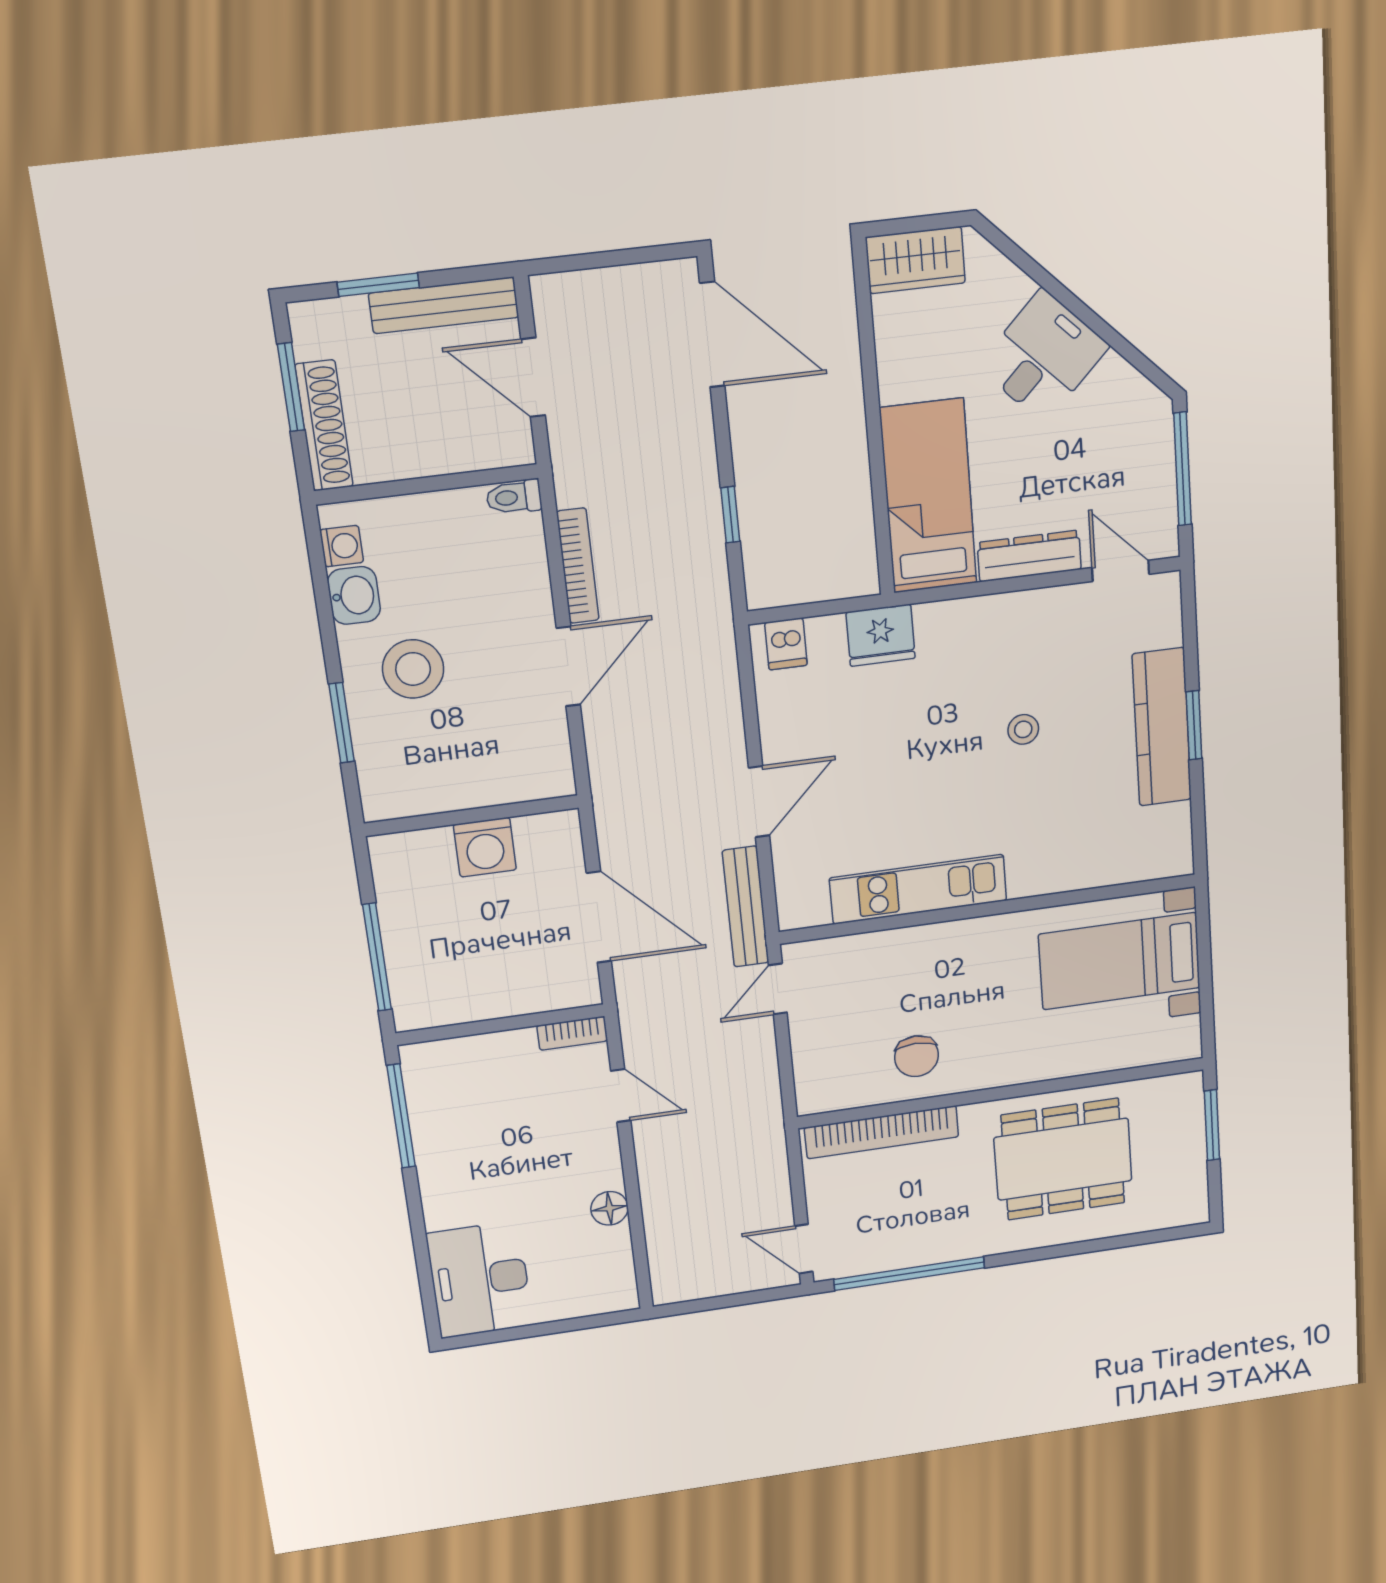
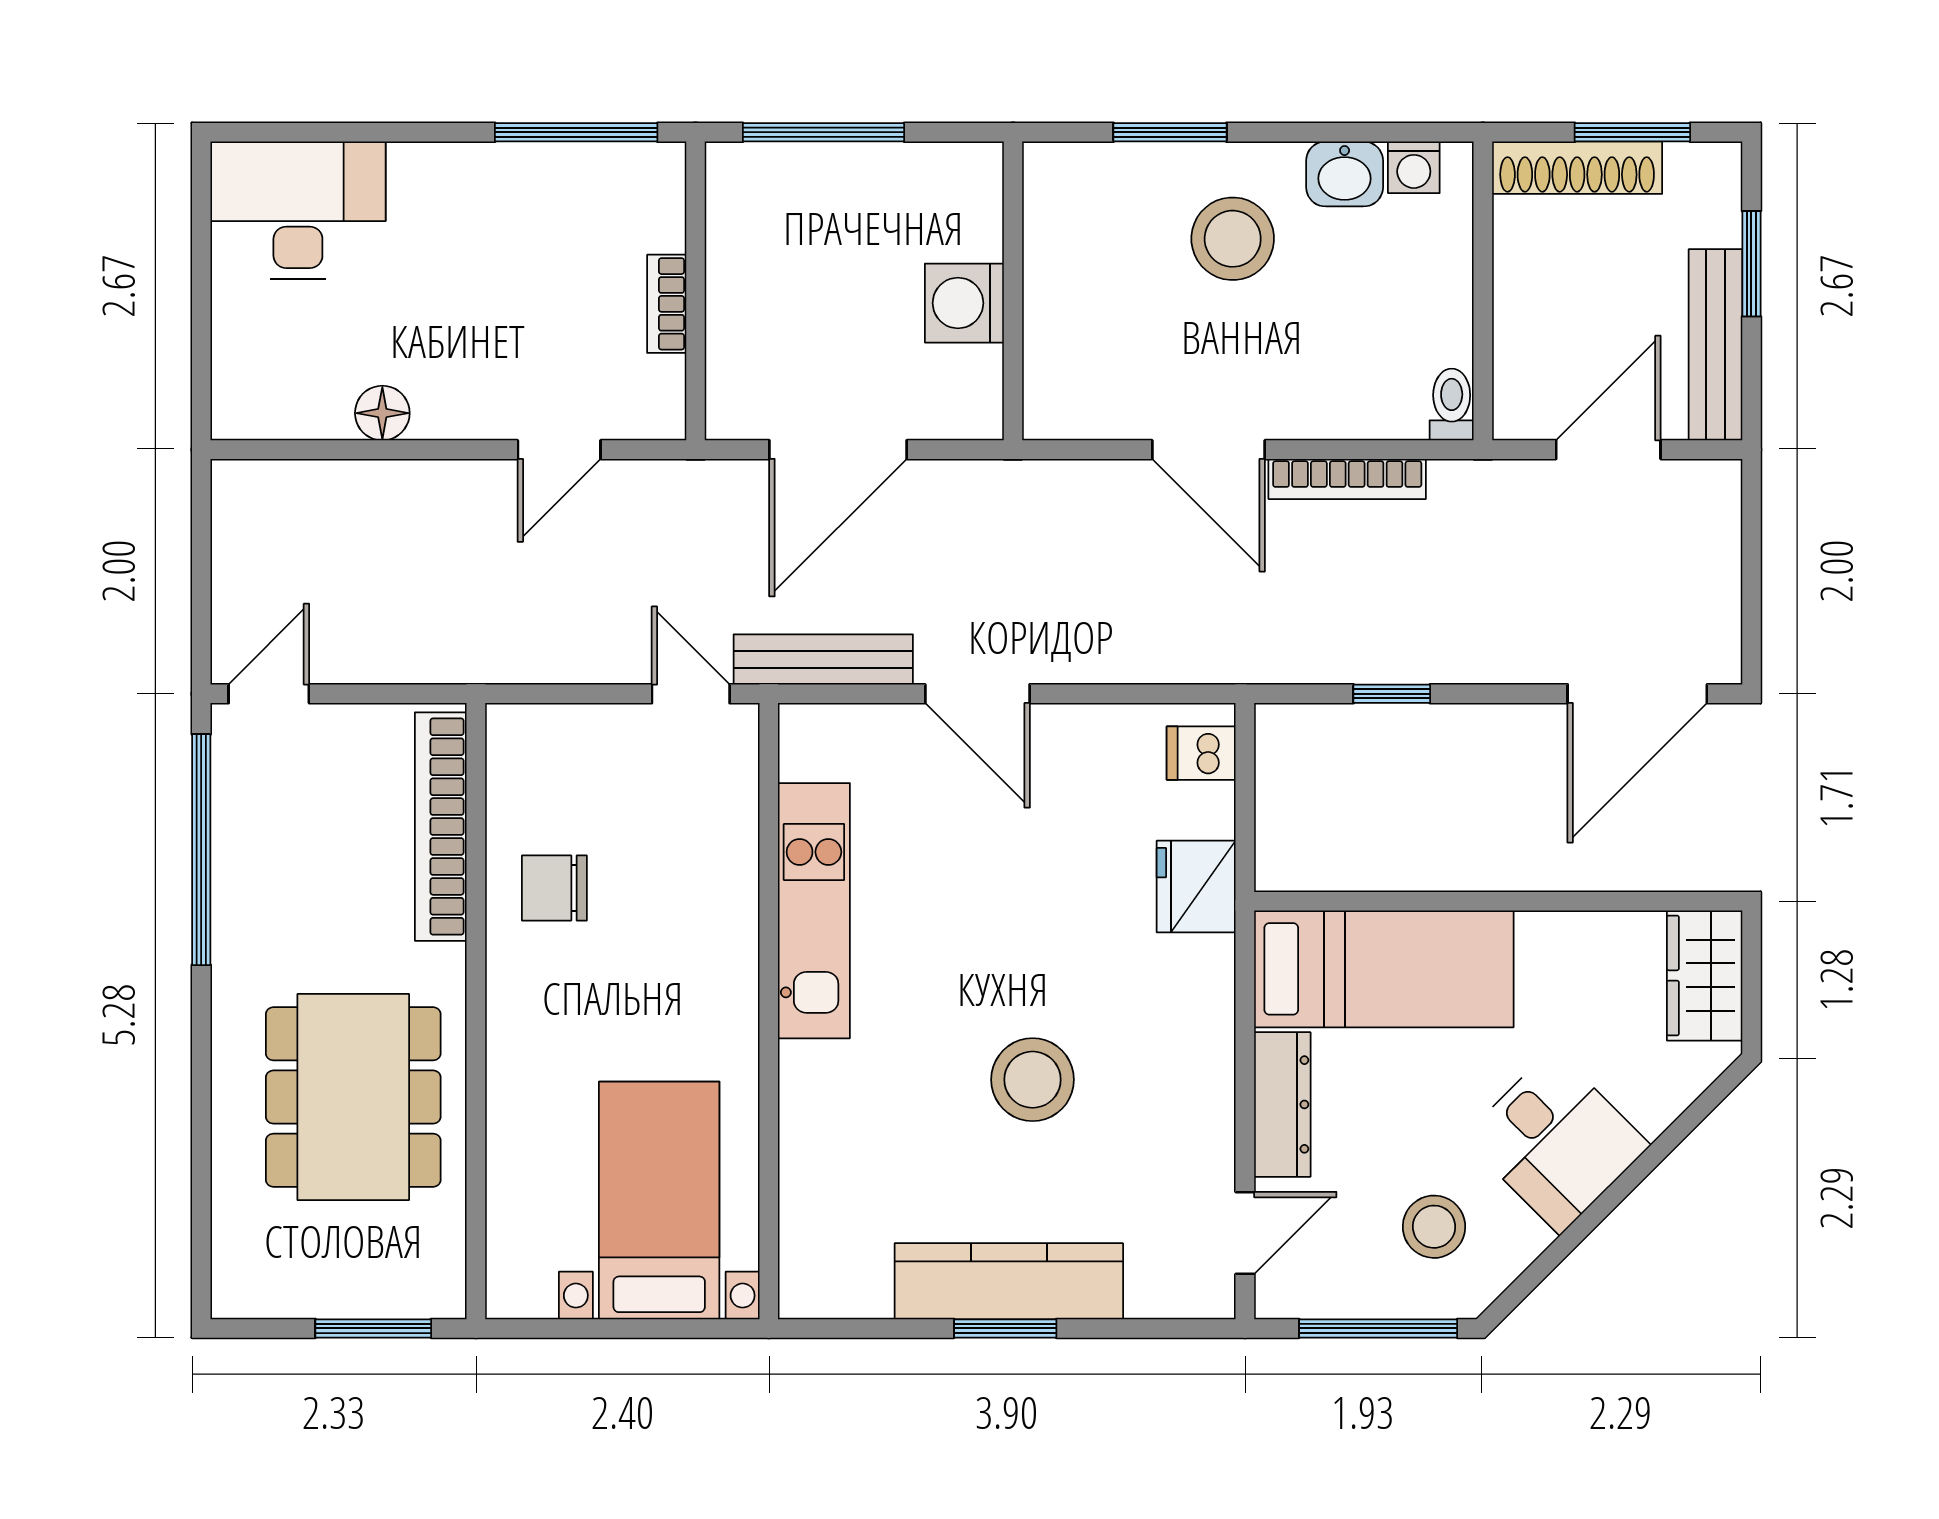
stool: (1109, 438) -> (1434, 1227), added
stool: (1023, 729) -> (1033, 1080), width x1.89, depth x1.89
bookcase: (572, 1033) -> (667, 304), moved

